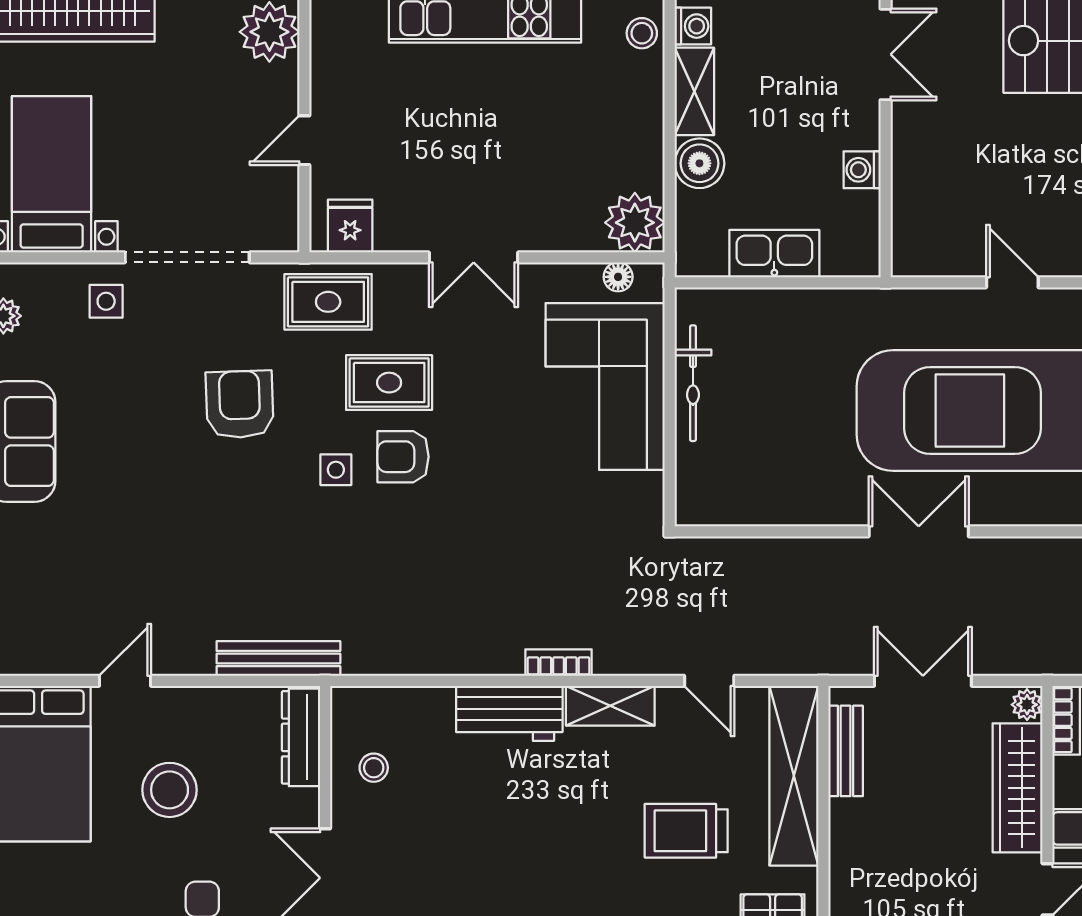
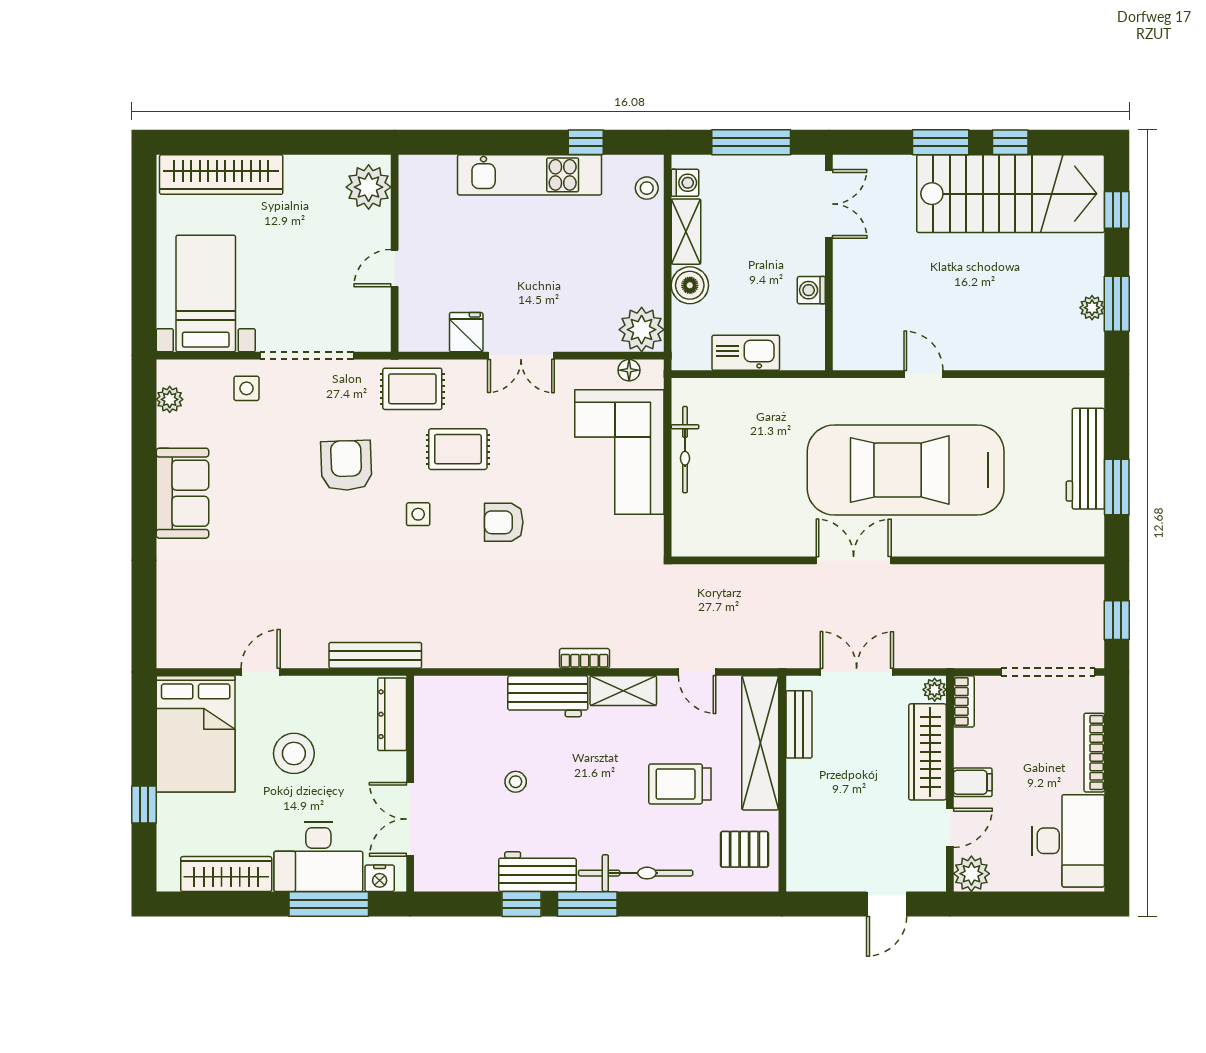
fridge: (350, 226) -> (466, 332), moved
armchair: (403, 457) -> (504, 522), moved
stool: (374, 768) -> (516, 782), moved

